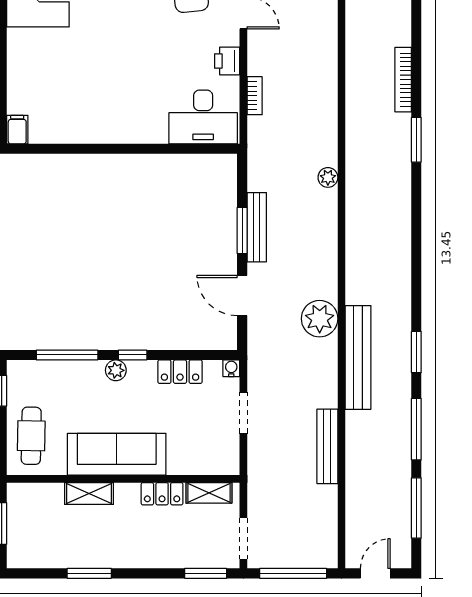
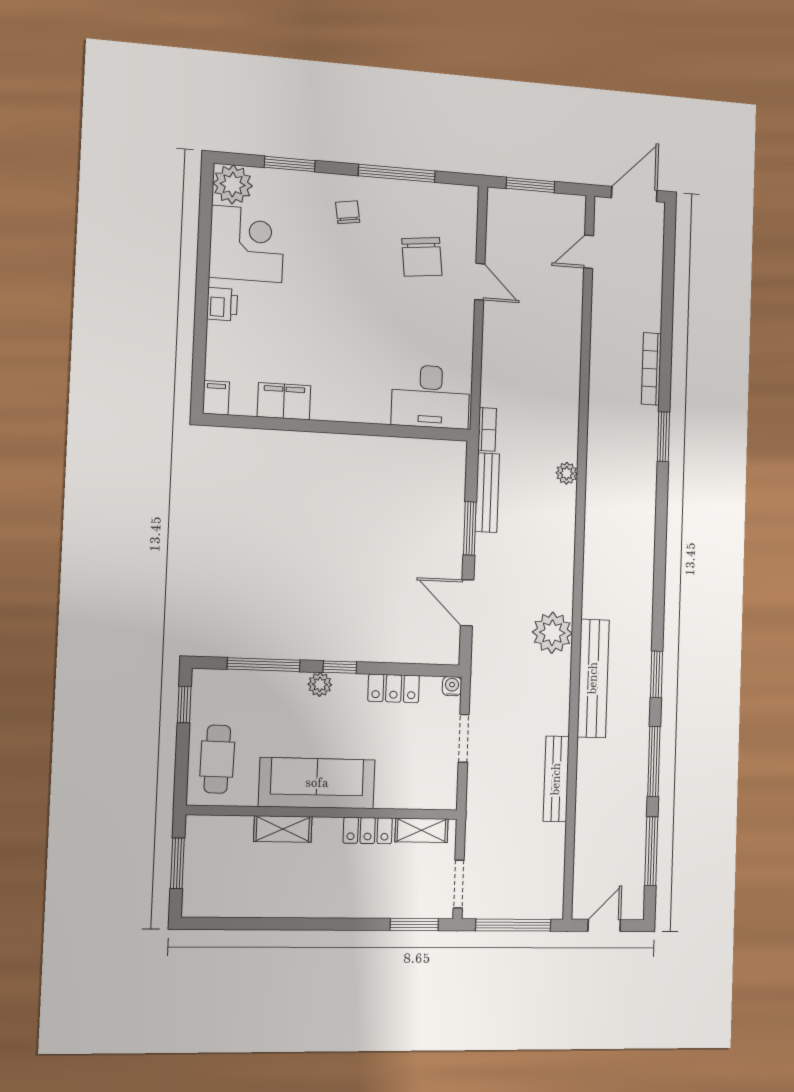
printer: (227, 61) -> (222, 304), moved, turned 180
bookcase: (255, 96) -> (487, 429), moved
filing cabinet: (75, 129) -> (284, 401), added
bench: (257, 227) -> (487, 493), moved
window: (89, 573) -> (279, 924), removed

